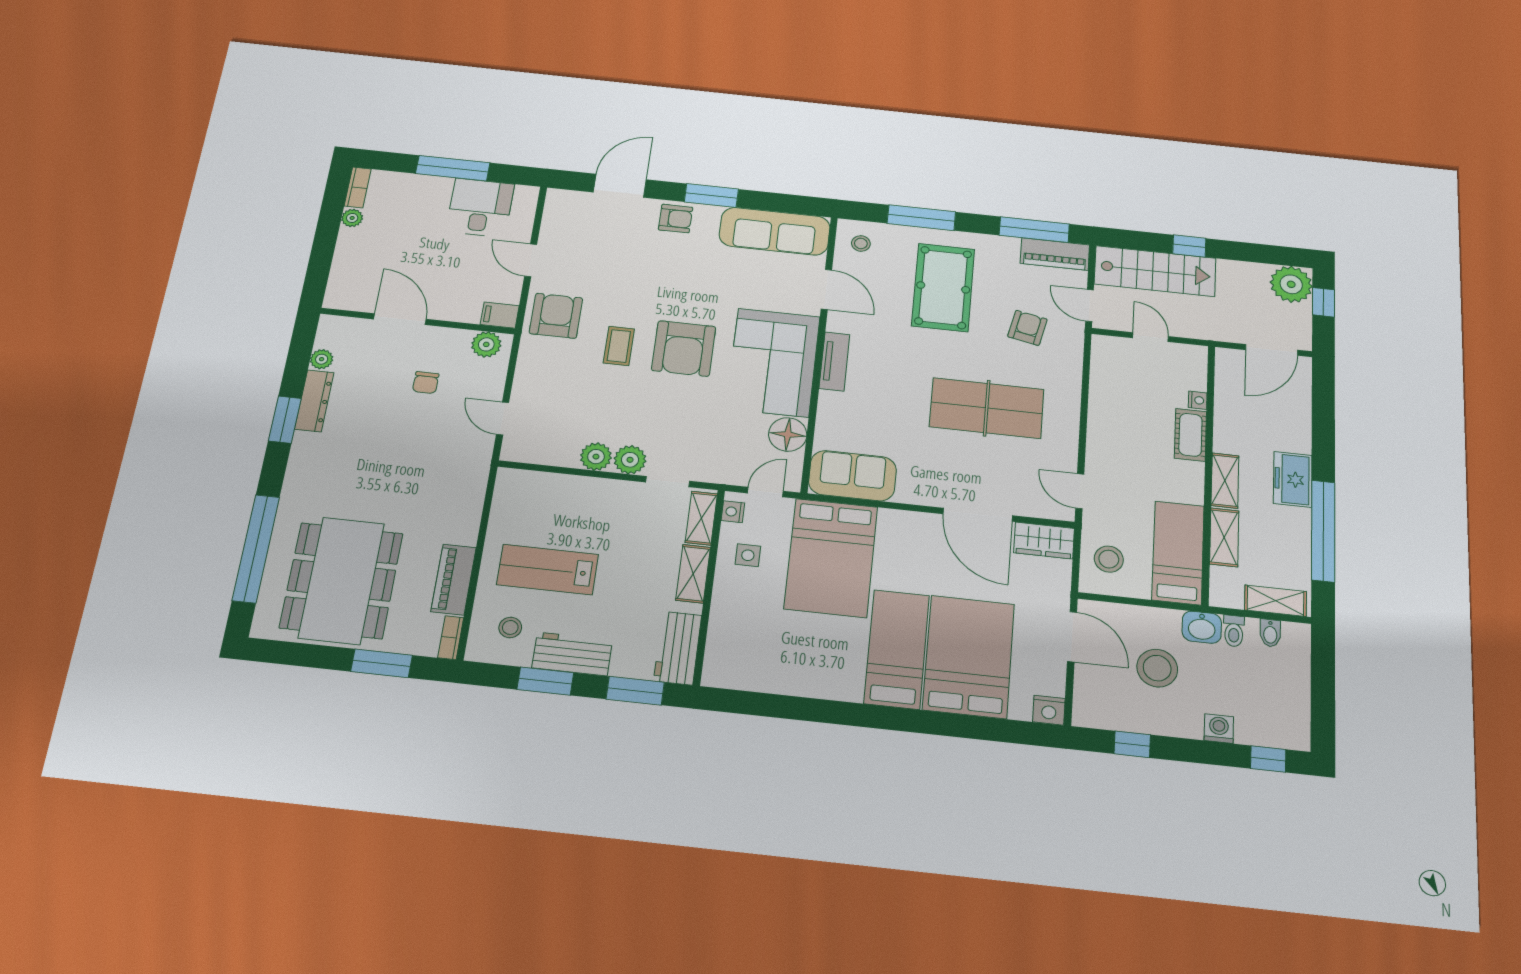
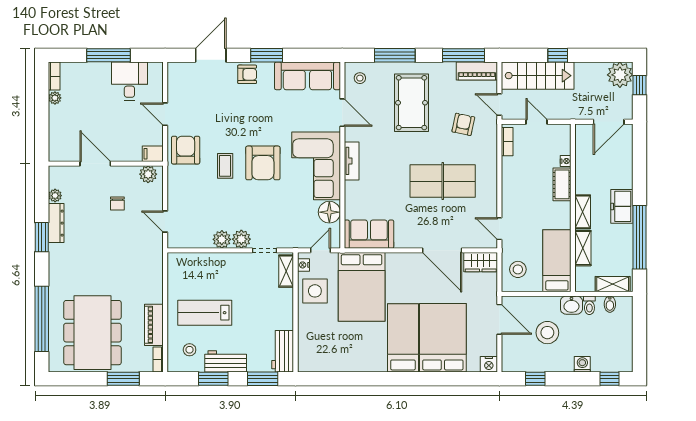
bookcase: (1100, 361) -> (507, 142), added
side table: (748, 555) -> (315, 291), width x1.87, depth x1.87
shelving: (693, 574) -> (286, 306), removed

